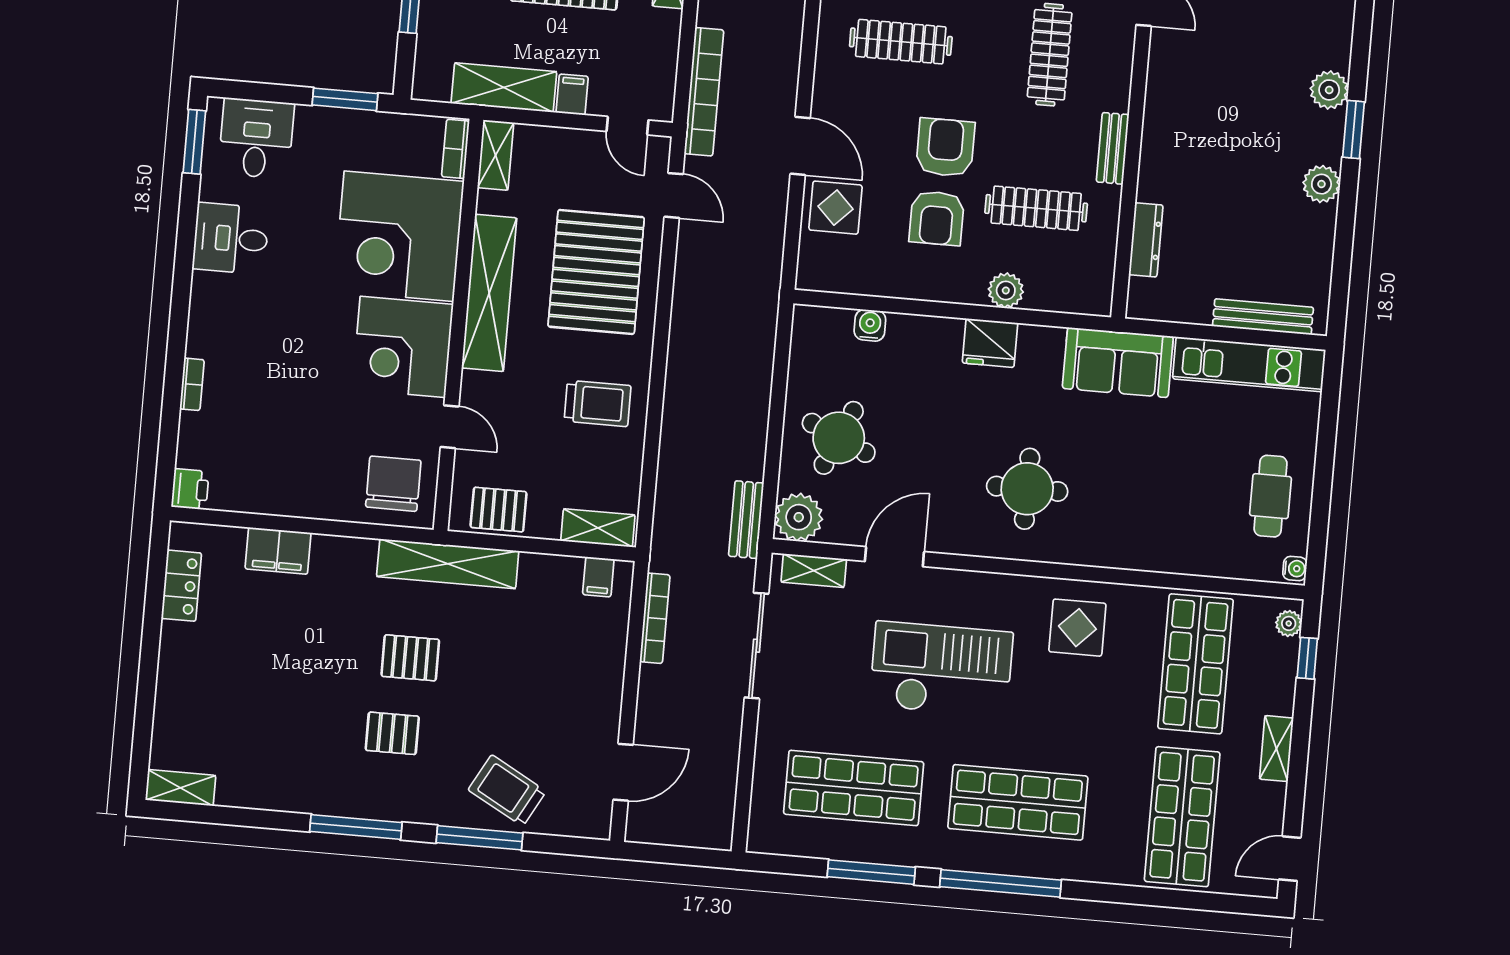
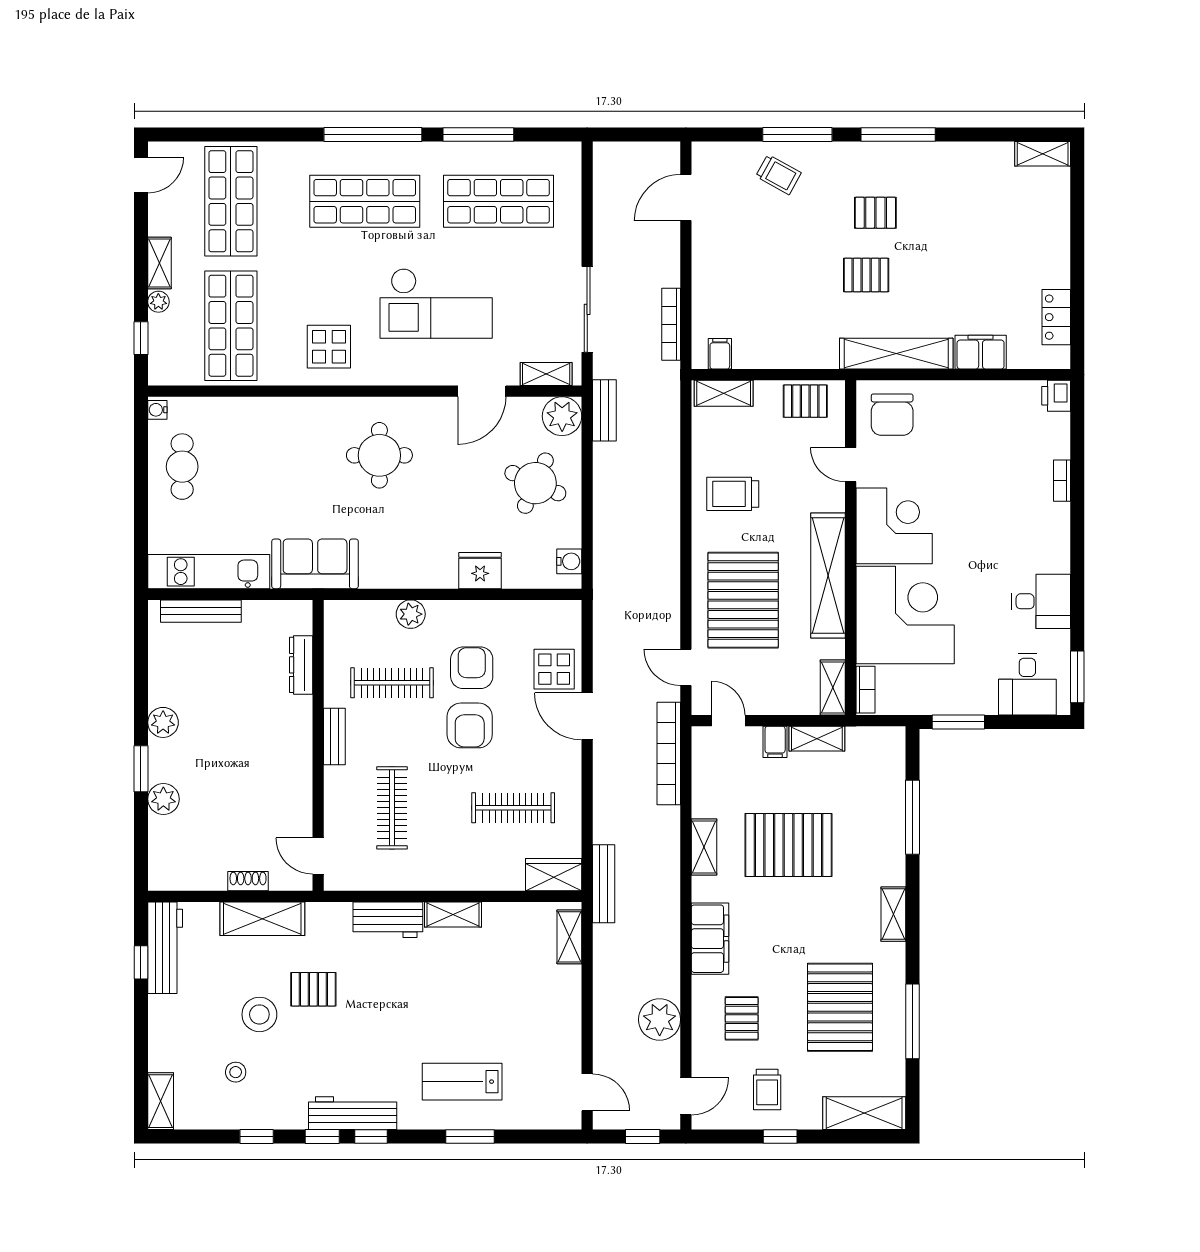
shelving: (504, 87) -> (817, 739), width x0.67, depth x0.75
water cooler: (870, 325) -> (569, 561), moved, turned -90
fridge: (990, 343) -> (480, 571), moved
shelving: (448, 564) -> (896, 354), moved
plant: (1289, 623) -> (158, 302), moved
trolley: (507, 791) -> (778, 175), width x0.73, depth x0.72

